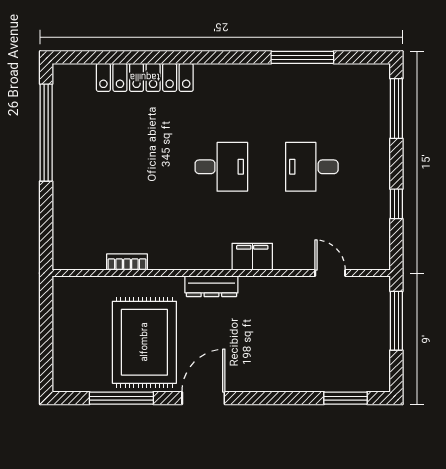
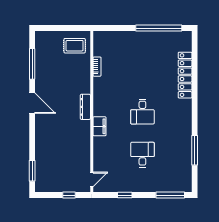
door: (330, 273) -> (92, 179), moved
window: (396, 321) -> (69, 195), width x0.46
rug: (144, 342) -> (75, 46), moved, width x0.54, depth x0.49

